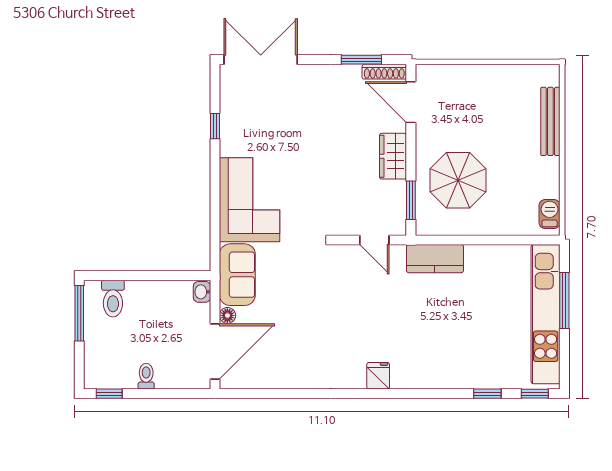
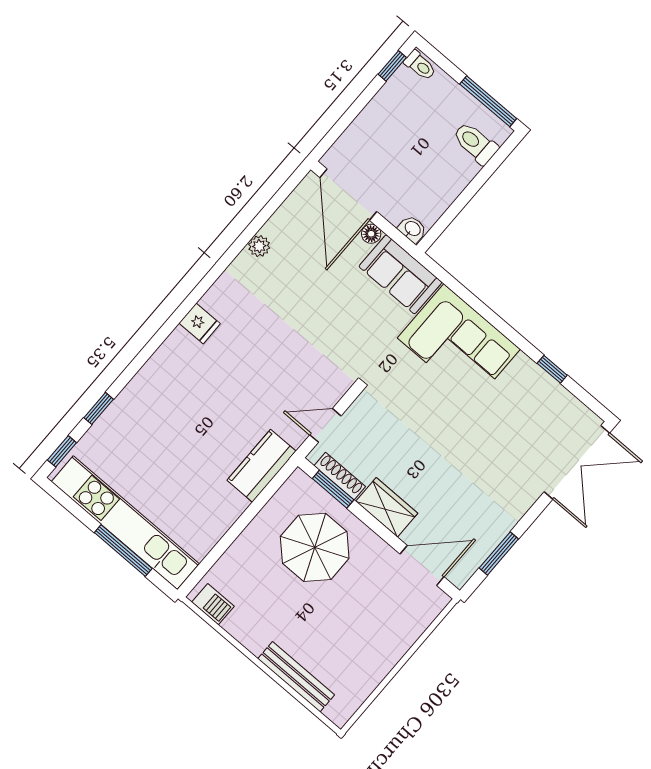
shoe rack: (384, 72) -> (340, 476), moved, turned 90
toilet: (146, 376) -> (420, 65), moved
plant: (296, 380) -> (259, 246), added

